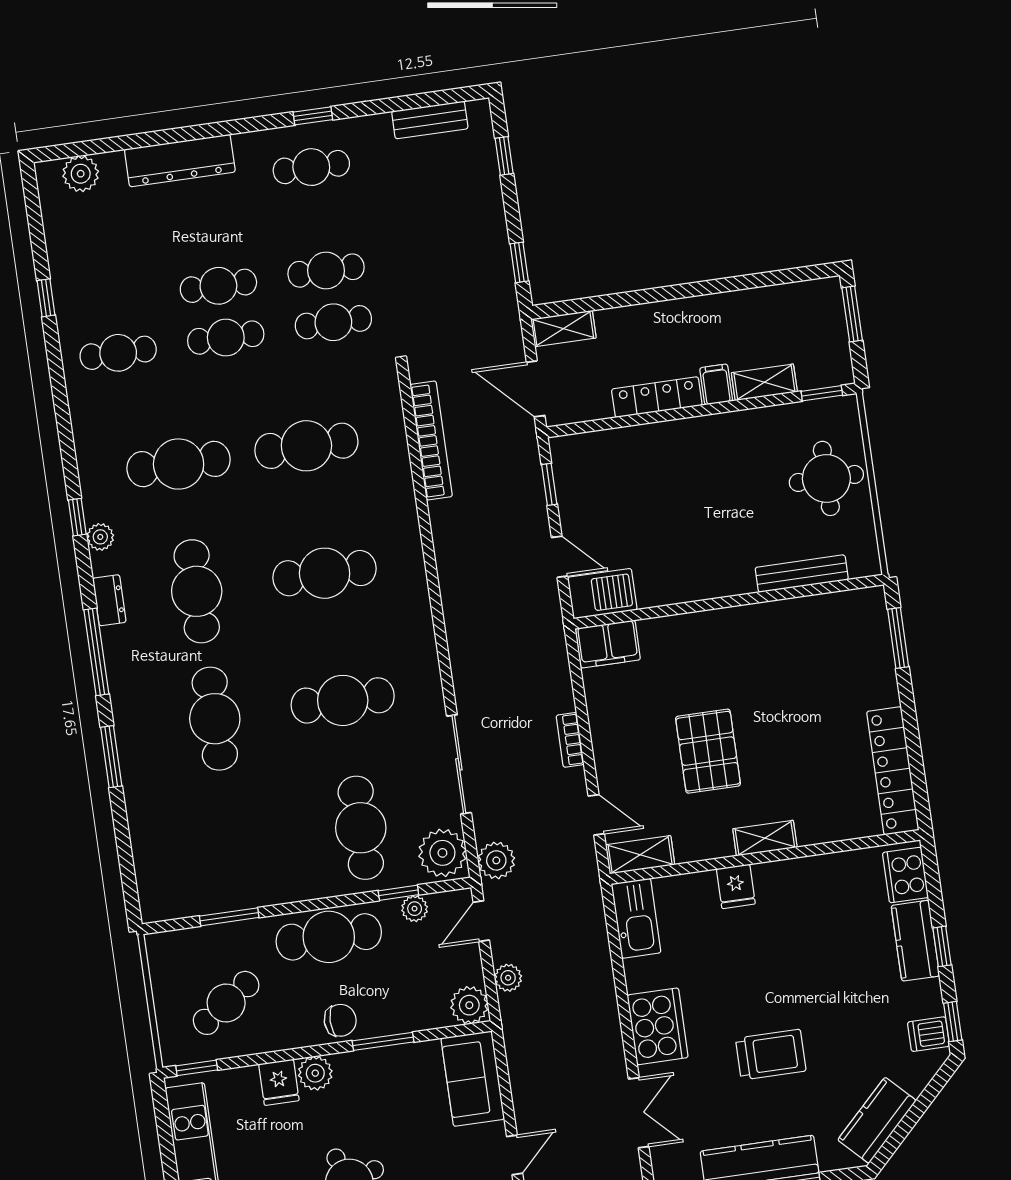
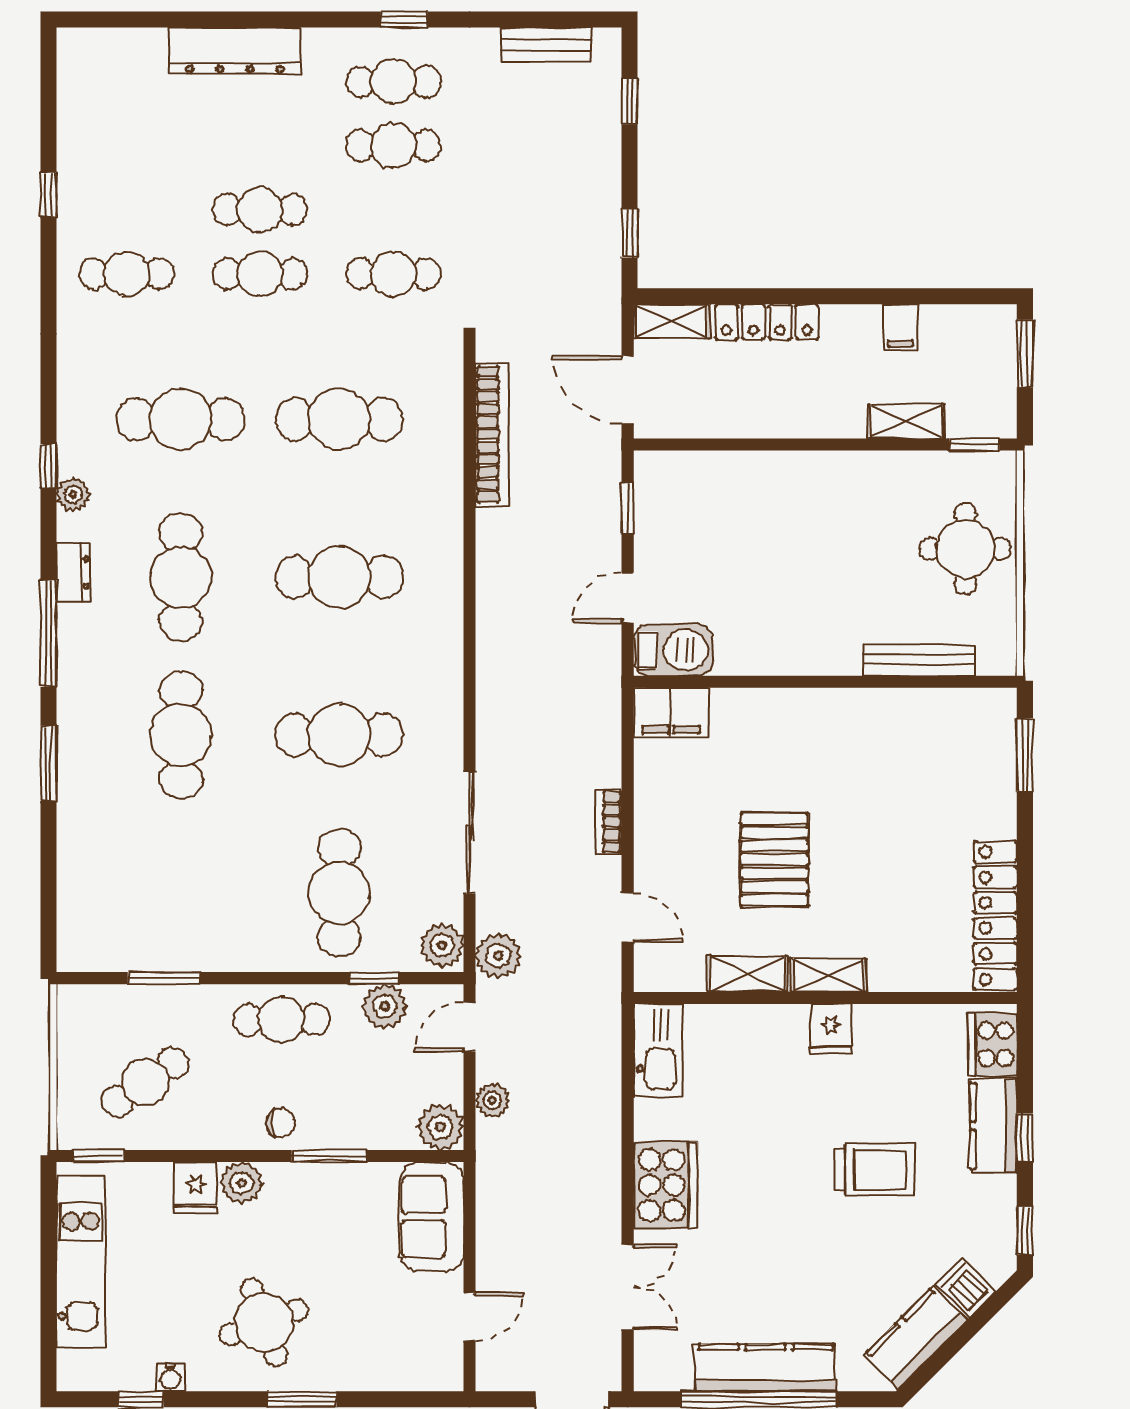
plant: (81, 174) -> (112, 50), removed
cafe table: (326, 271) -> (393, 146), moved
filing cabinet: (716, 384) -> (900, 327), moved, turned 180
locker: (657, 397) -> (767, 322), moved, turned 180
door: (560, 557) -> (628, 598), swing flipped
plant: (442, 853) -> (442, 945), width x0.73, depth x0.73
shelving: (640, 855) -> (747, 974), moved
fridge: (736, 886) -> (831, 1029), moved
plant: (415, 909) -> (385, 1006), width x1.38, depth x1.38
cafe table: (329, 937) -> (281, 1020), width x0.73, depth x0.74
chair: (340, 1020) -> (281, 1123), width x0.73, depth x0.73
dishwasher: (929, 1034) -> (966, 1288), moved, turned 45
trolley: (771, 1055) -> (874, 1170), moved

